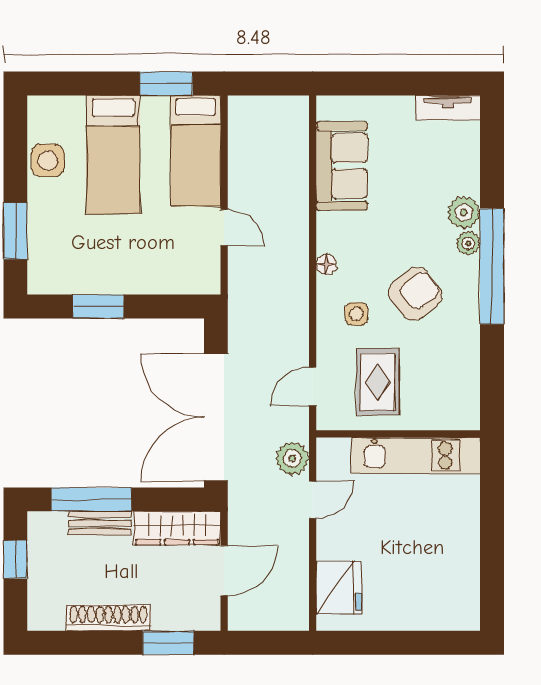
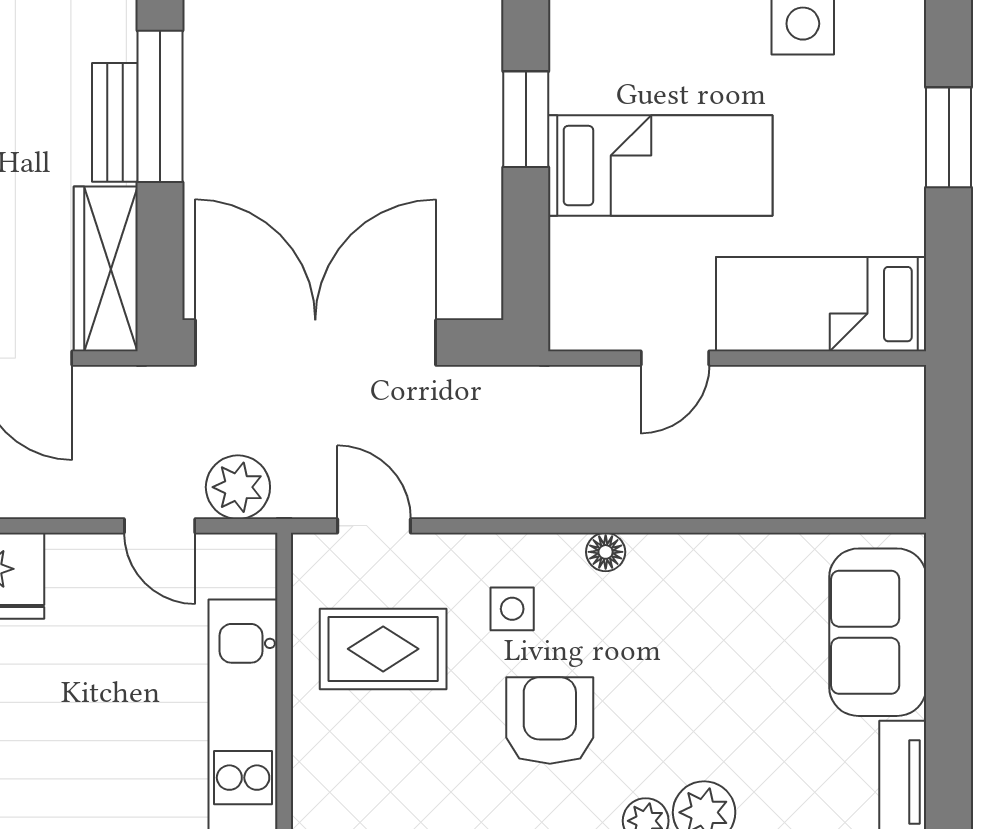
window: (166, 84) -> (949, 137), moved
bed: (113, 154) -> (660, 166), moved, turned 180
sofa: (342, 166) -> (878, 632), moved, turned 90
armchair: (415, 294) -> (550, 720), turned -142

